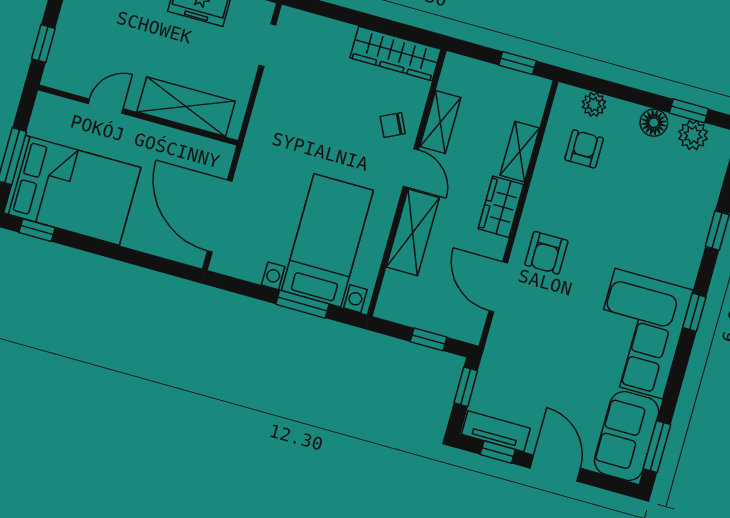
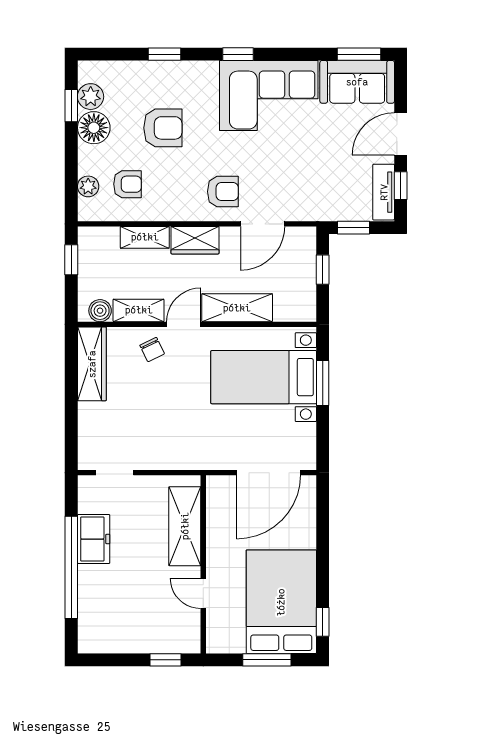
boiler: (452, 79) -> (100, 311), added
floor lamp: (654, 123) -> (94, 128), width x1.38, depth x1.38
armchair: (584, 149) -> (127, 184), turned 180
armchair: (636, 206) -> (163, 128), added

